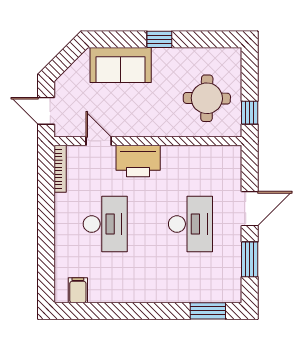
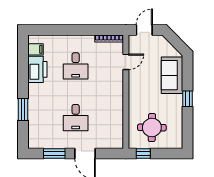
printer: (138, 161) -> (37, 69), moved, turned 180
desk: (105, 224) -> (76, 66), width x0.73
desk: (191, 224) -> (76, 118), width x0.73
window: (208, 311) -> (23, 110), moved

